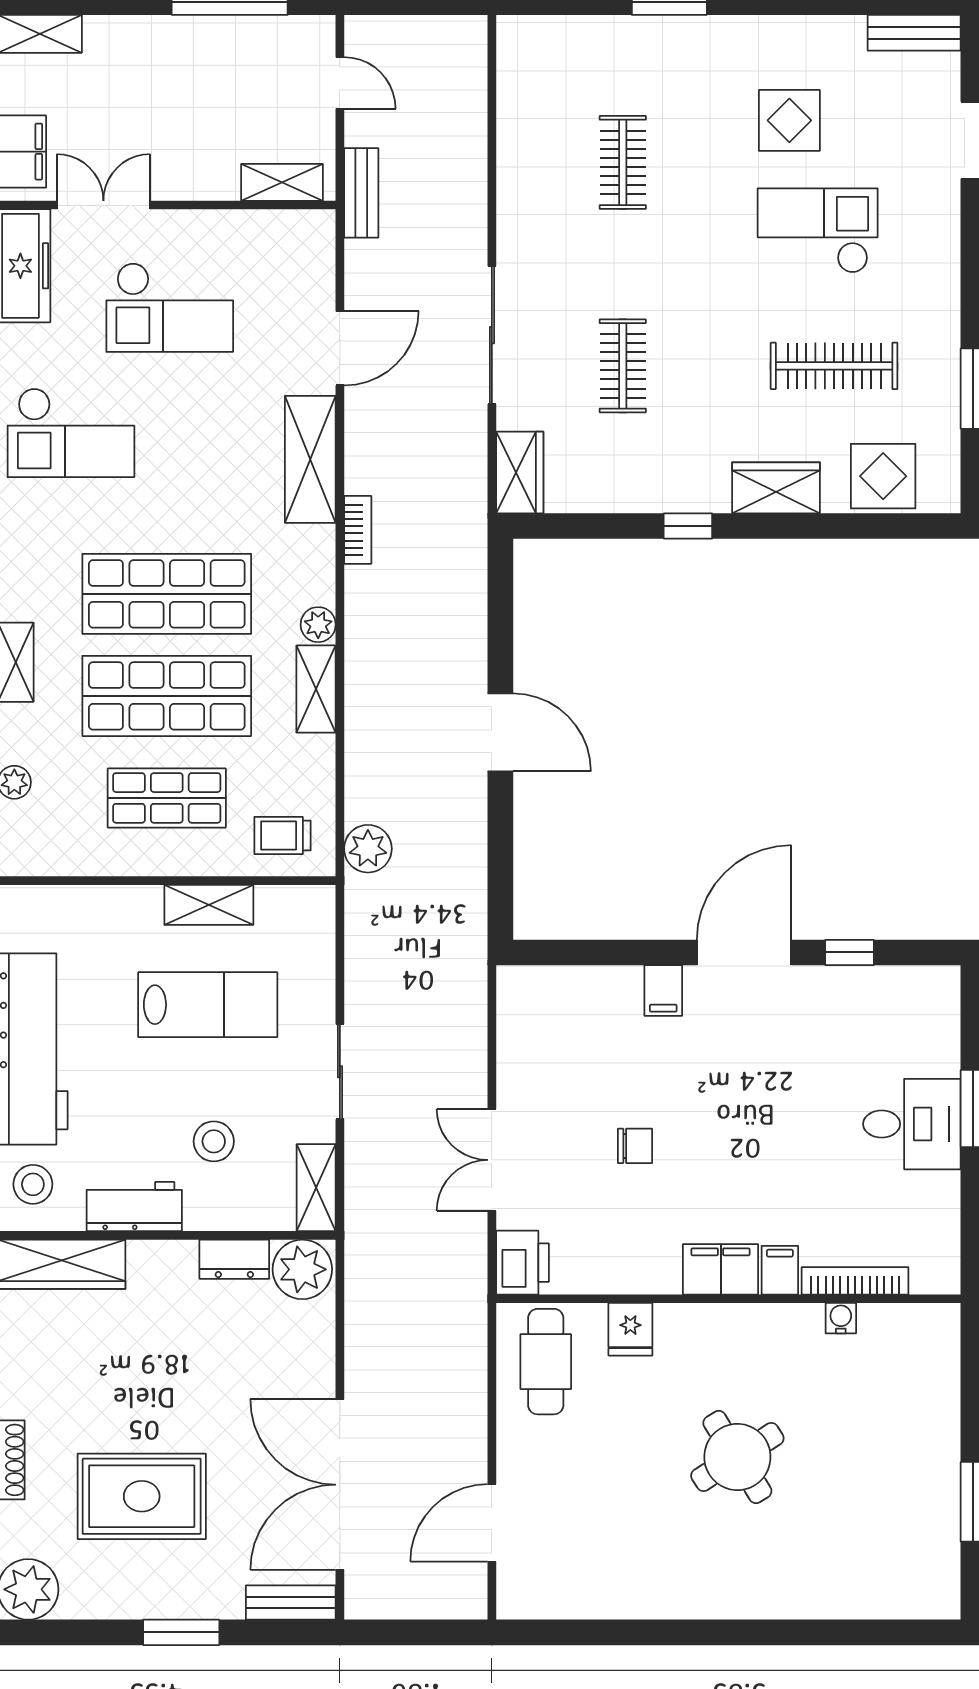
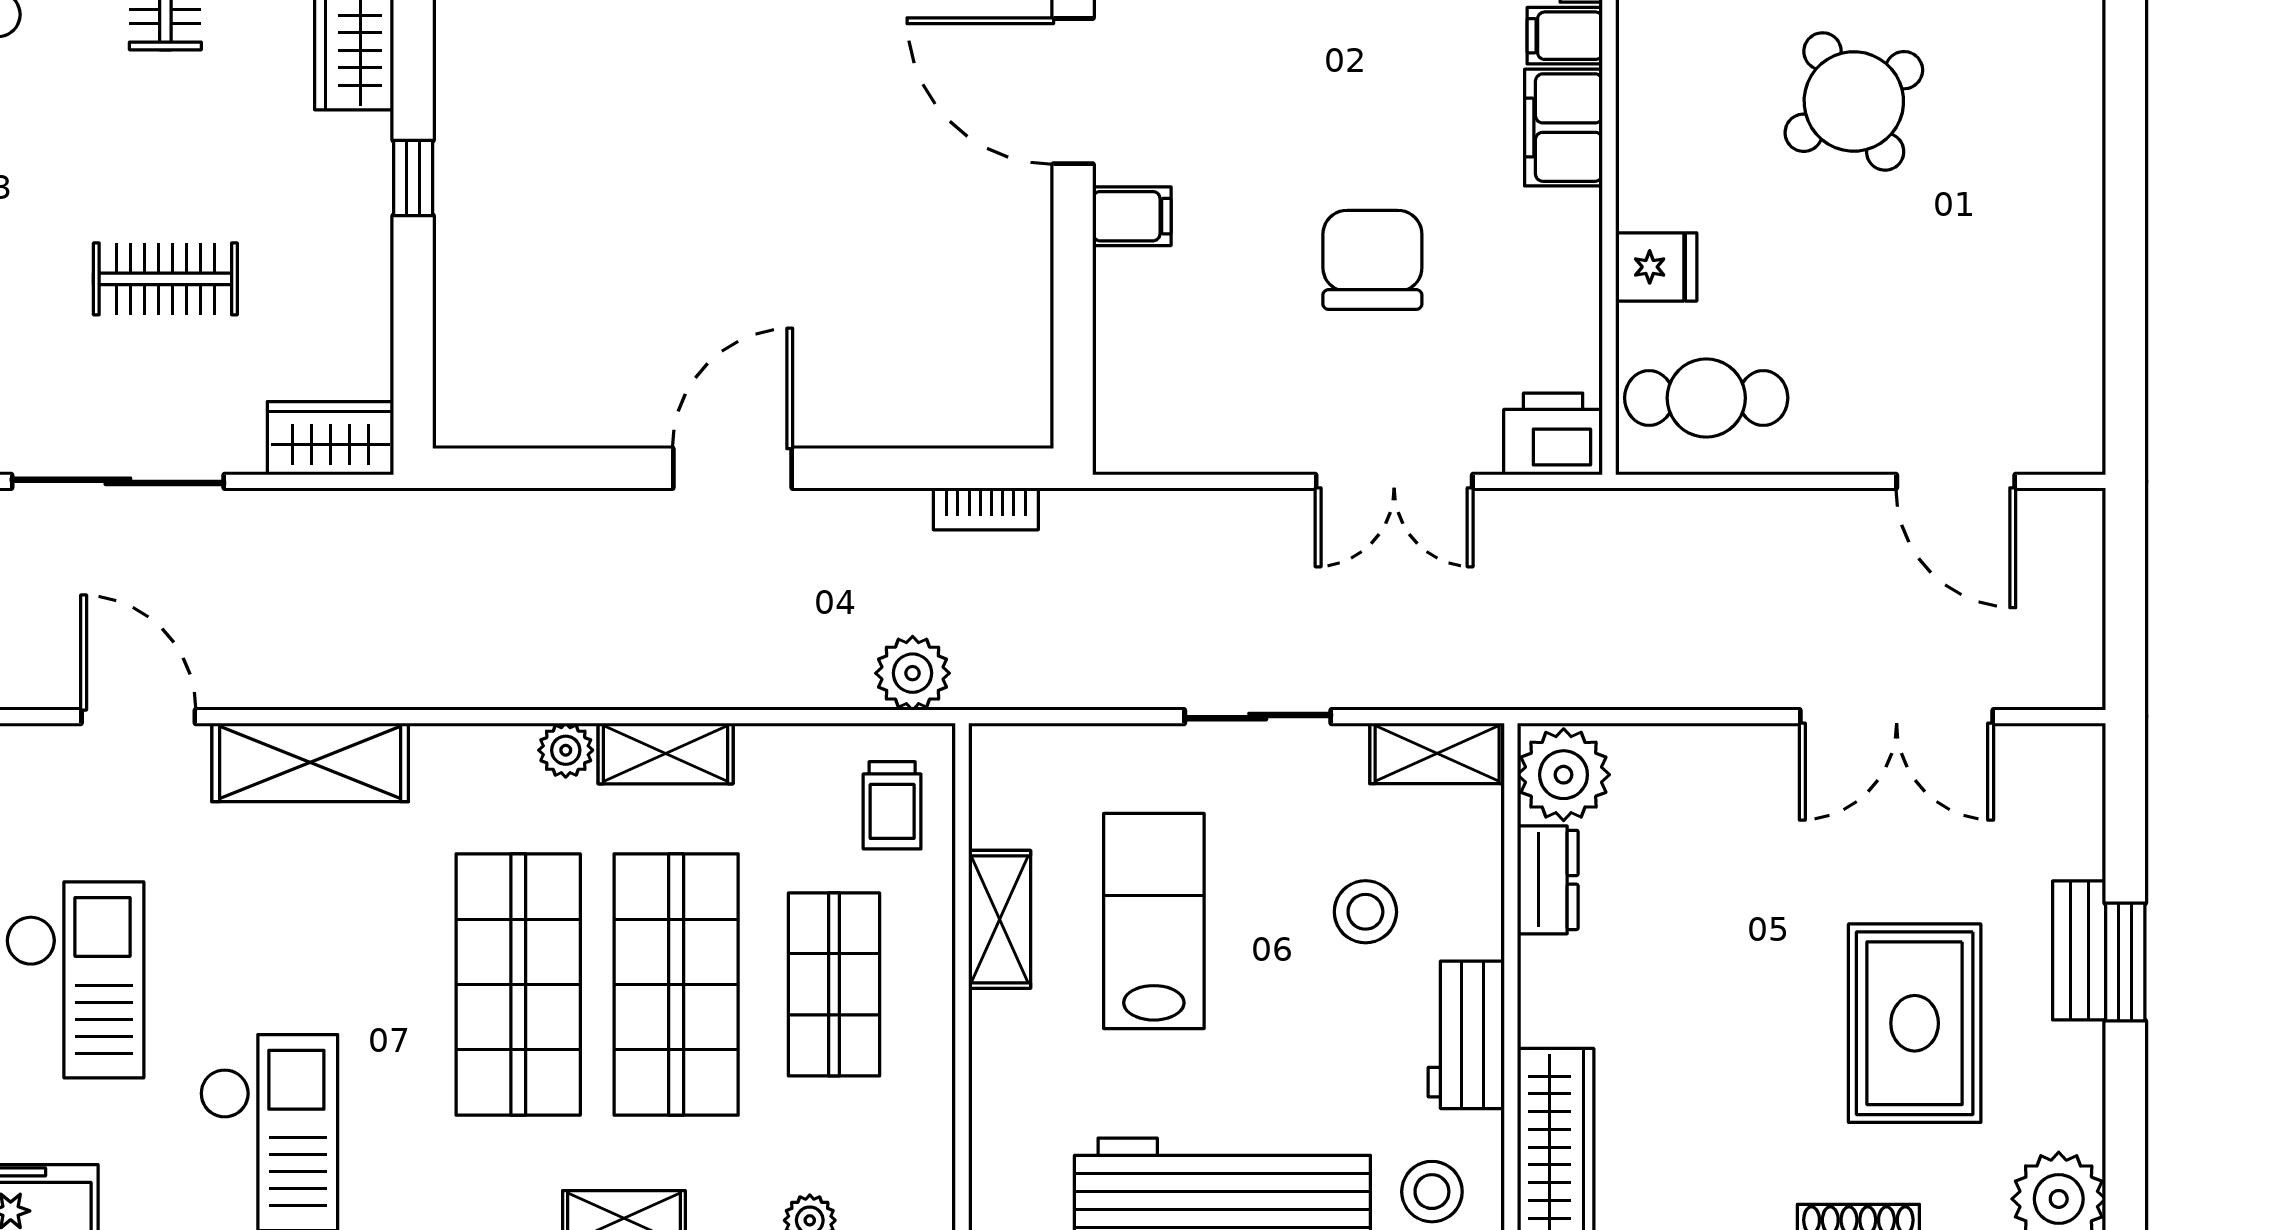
bookcase: (358, 530) -> (986, 509), moved, turned 180
chair: (635, 1146) -> (1372, 260), width x1.87, depth x1.87
double door: (340, 1485) -> (1897, 717), width x0.73
bench: (291, 1603) -> (2079, 950), moved

